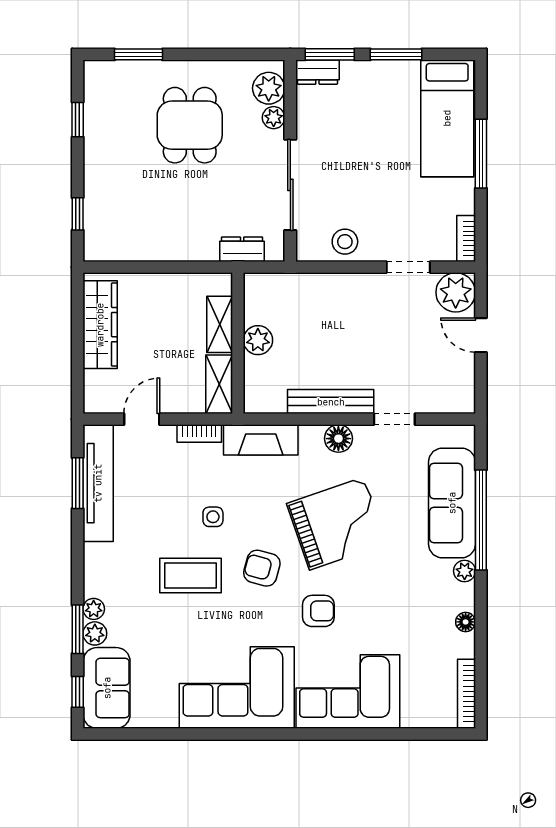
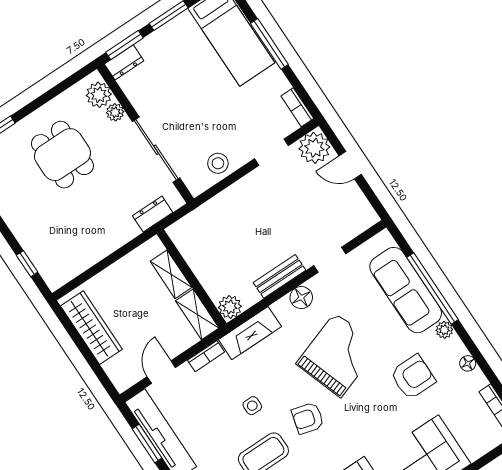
plant: (258, 340) -> (230, 307), moved
bench: (331, 402) -> (279, 276), width x0.73
armchair: (318, 611) -> (413, 377), moved, width x1.38, depth x1.38

